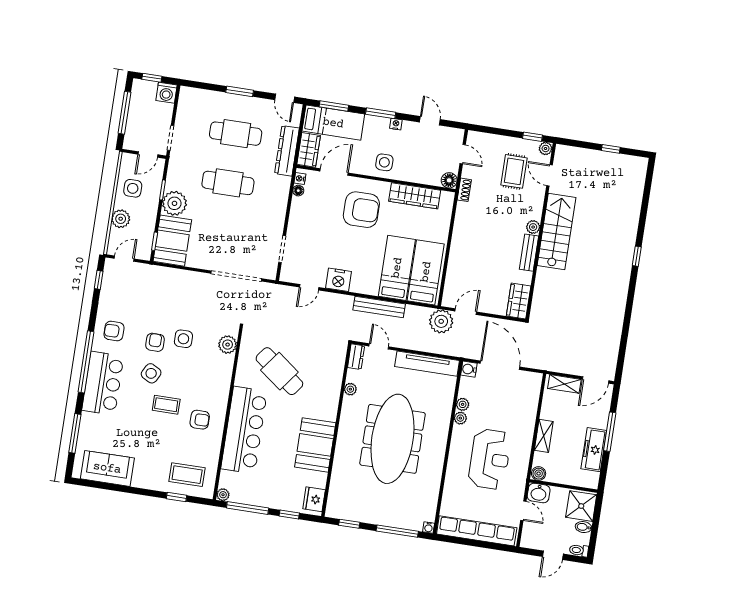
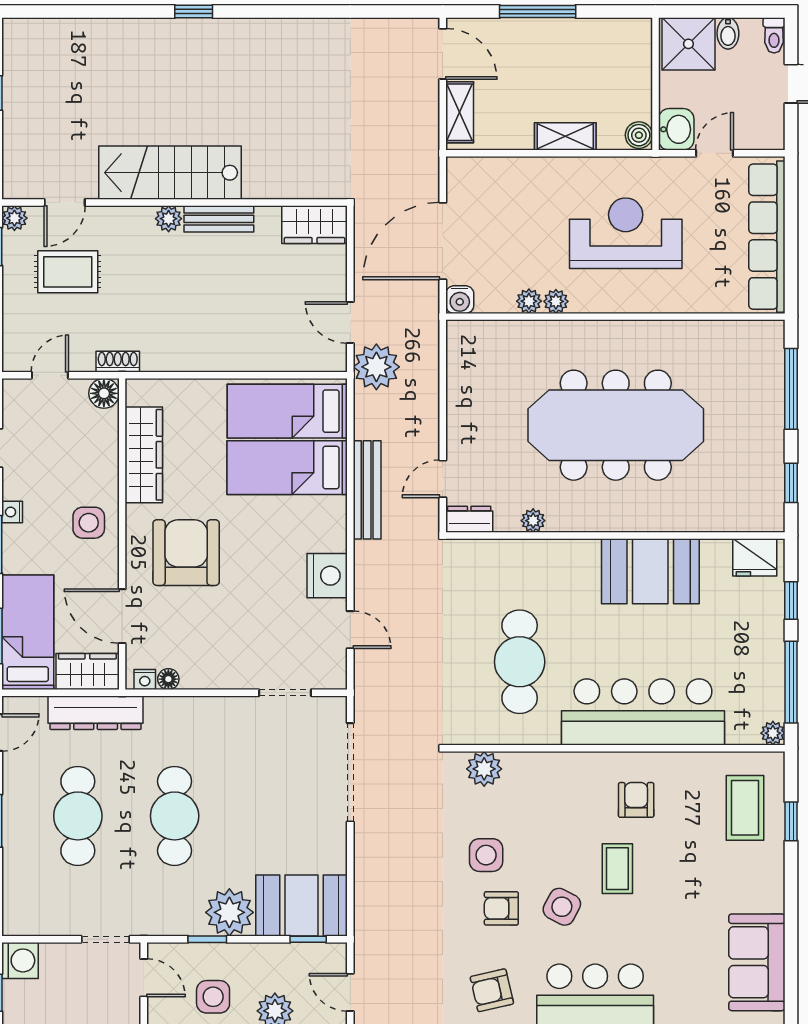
armchair: (114, 331) -> (492, 990), turned 77
tv unit: (427, 364) -> (461, 381), removed
cafe table: (279, 371) -> (520, 662), turned -37
freezer: (594, 450) -> (577, 37), removed
water cooler: (429, 527) -> (775, 330), removed

